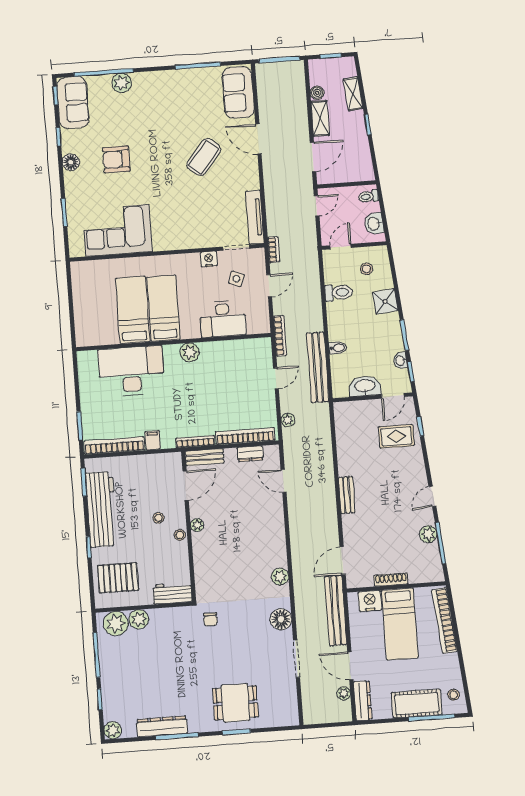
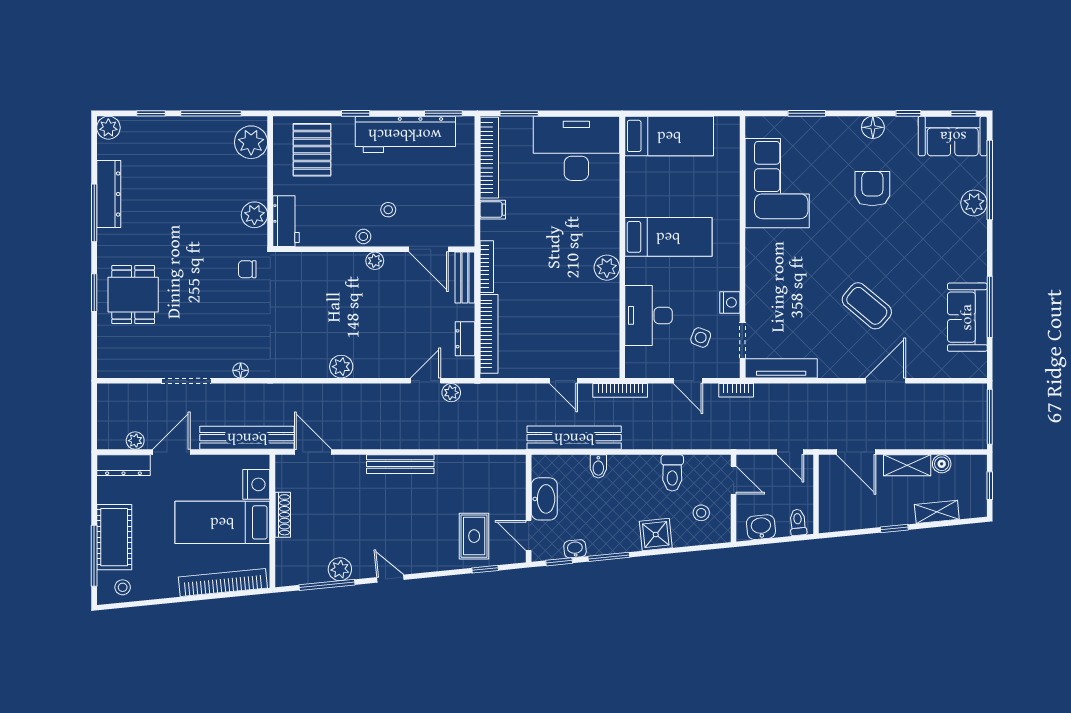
sofa: (238, 92) -> (967, 317), moved, turned -90
bed: (133, 310) -> (669, 136), moved
desk: (131, 371) -> (576, 148), moved, turned -90
plant: (288, 420) -> (451, 393), moved
bench: (347, 495) -> (400, 464), width x1.36
plant: (280, 577) -> (341, 367), moved
plant: (139, 619) -> (254, 215), moved
floor lamp: (281, 619) -> (241, 370), width x0.53, depth x0.53

